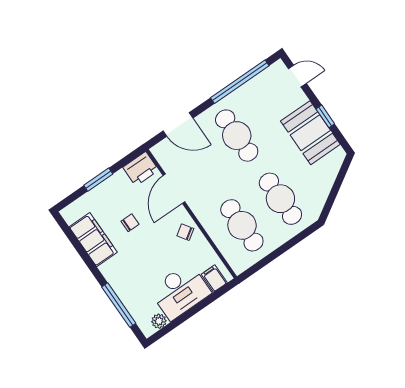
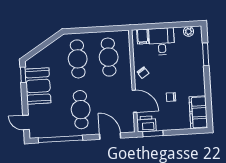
window: (325, 116) -> (23, 75), moved
window: (98, 180) -> (153, 134), moved
door: (174, 189) -> (134, 101), hinge flipped
filing cabinet: (93, 240) -> (198, 112), moved
desk: (180, 291) -> (162, 41), width x0.73
window: (119, 305) -> (206, 54), width x0.69

